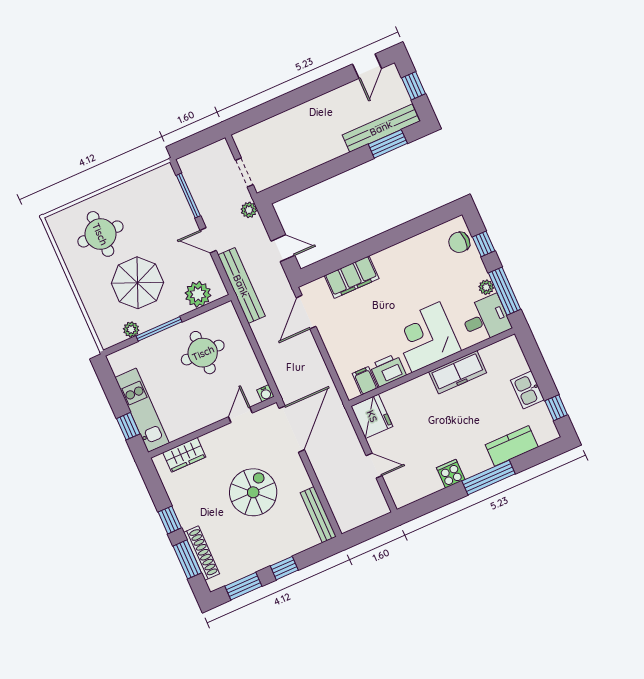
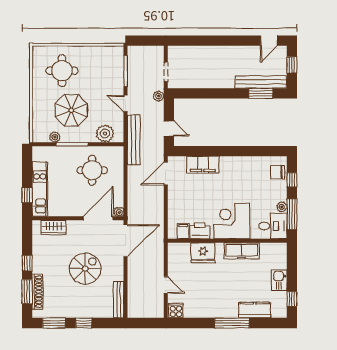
door: (240, 415) -> (98, 218), width x1.87
fridge: (372, 416) -> (203, 253), moved, turned 90
cooker: (451, 474) -> (176, 311), moved

